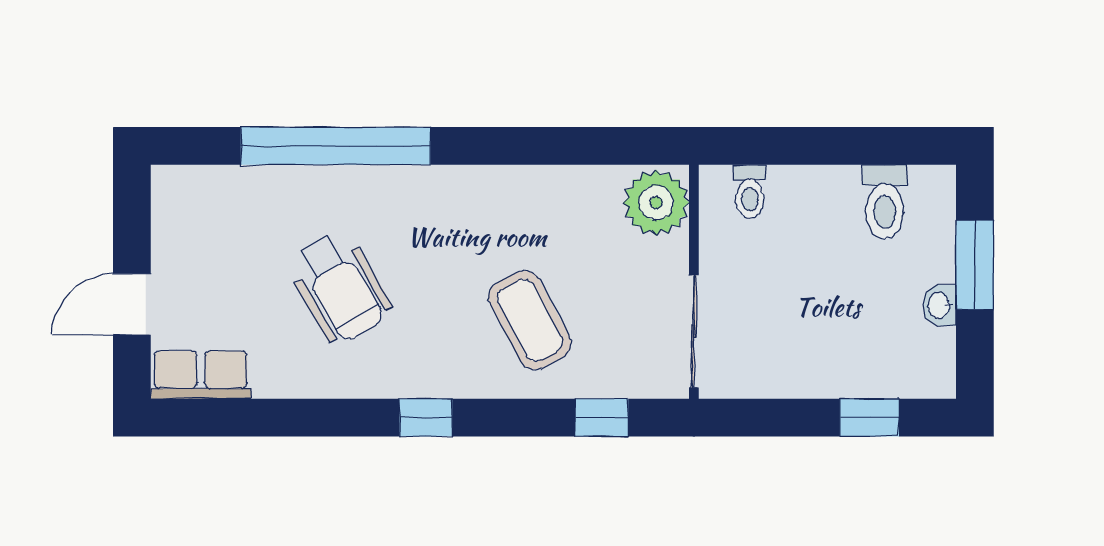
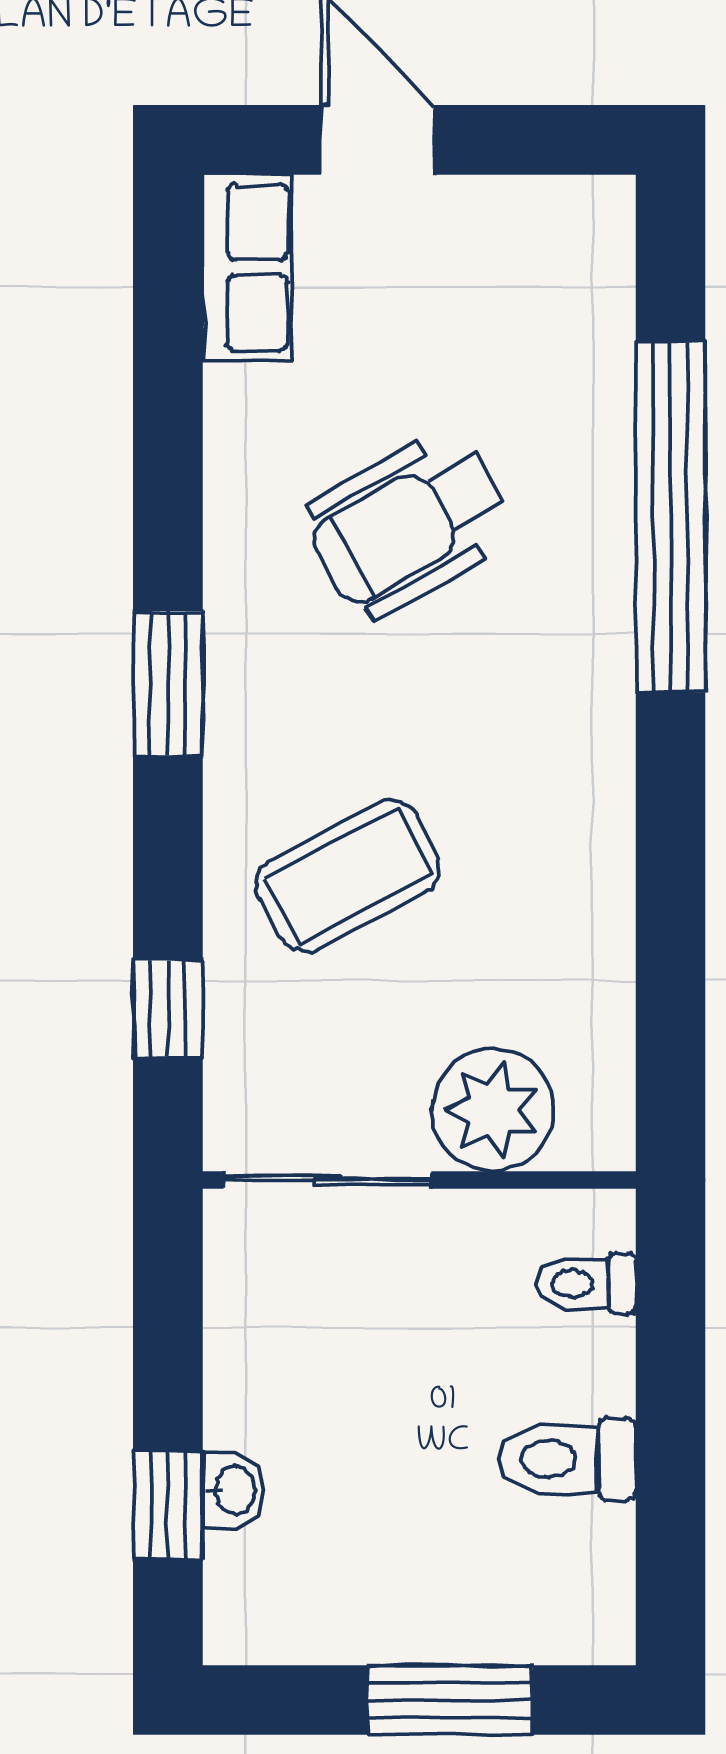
toilet: (885, 202) -> (568, 1459), moved
plant: (656, 203) -> (493, 1110), moved
washbasin: (940, 305) -> (233, 1490), moved, turned 90
window: (426, 418) -> (168, 684), width x1.50

